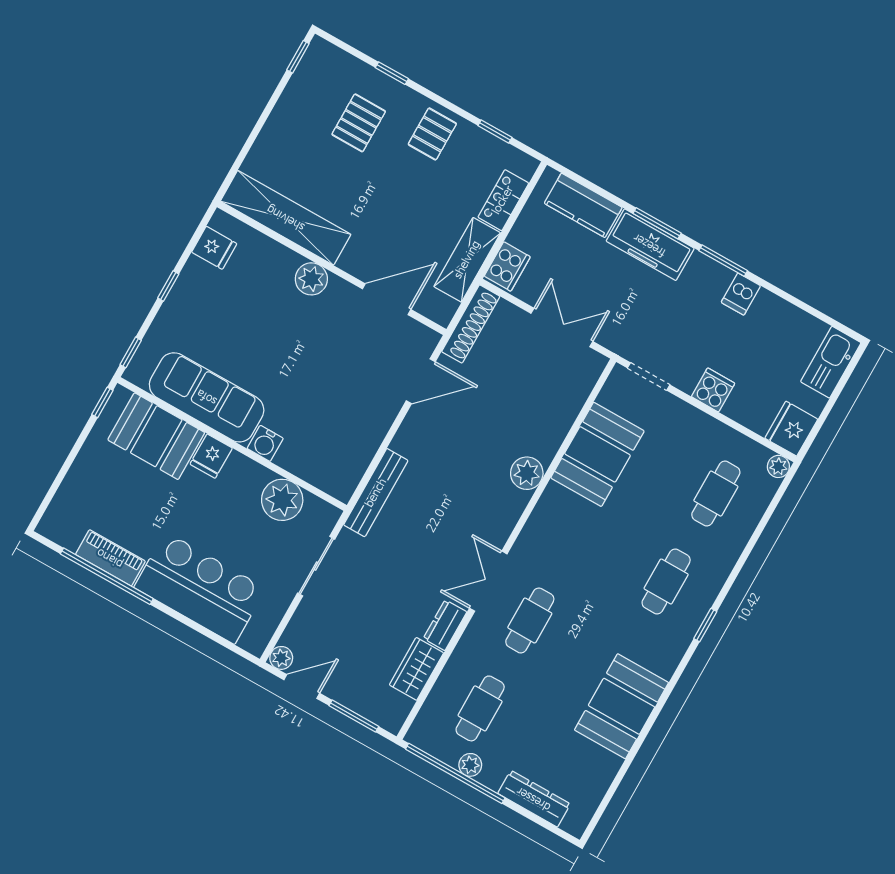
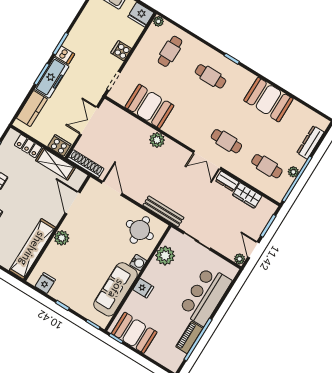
dishwasher: (741, 294) -> (65, 55), moved
booth: (156, 436) -> (134, 333), moved, turned 90
round table: (334, 444) -> (140, 230), added
cafe table: (716, 494) -> (170, 51), turned 90

